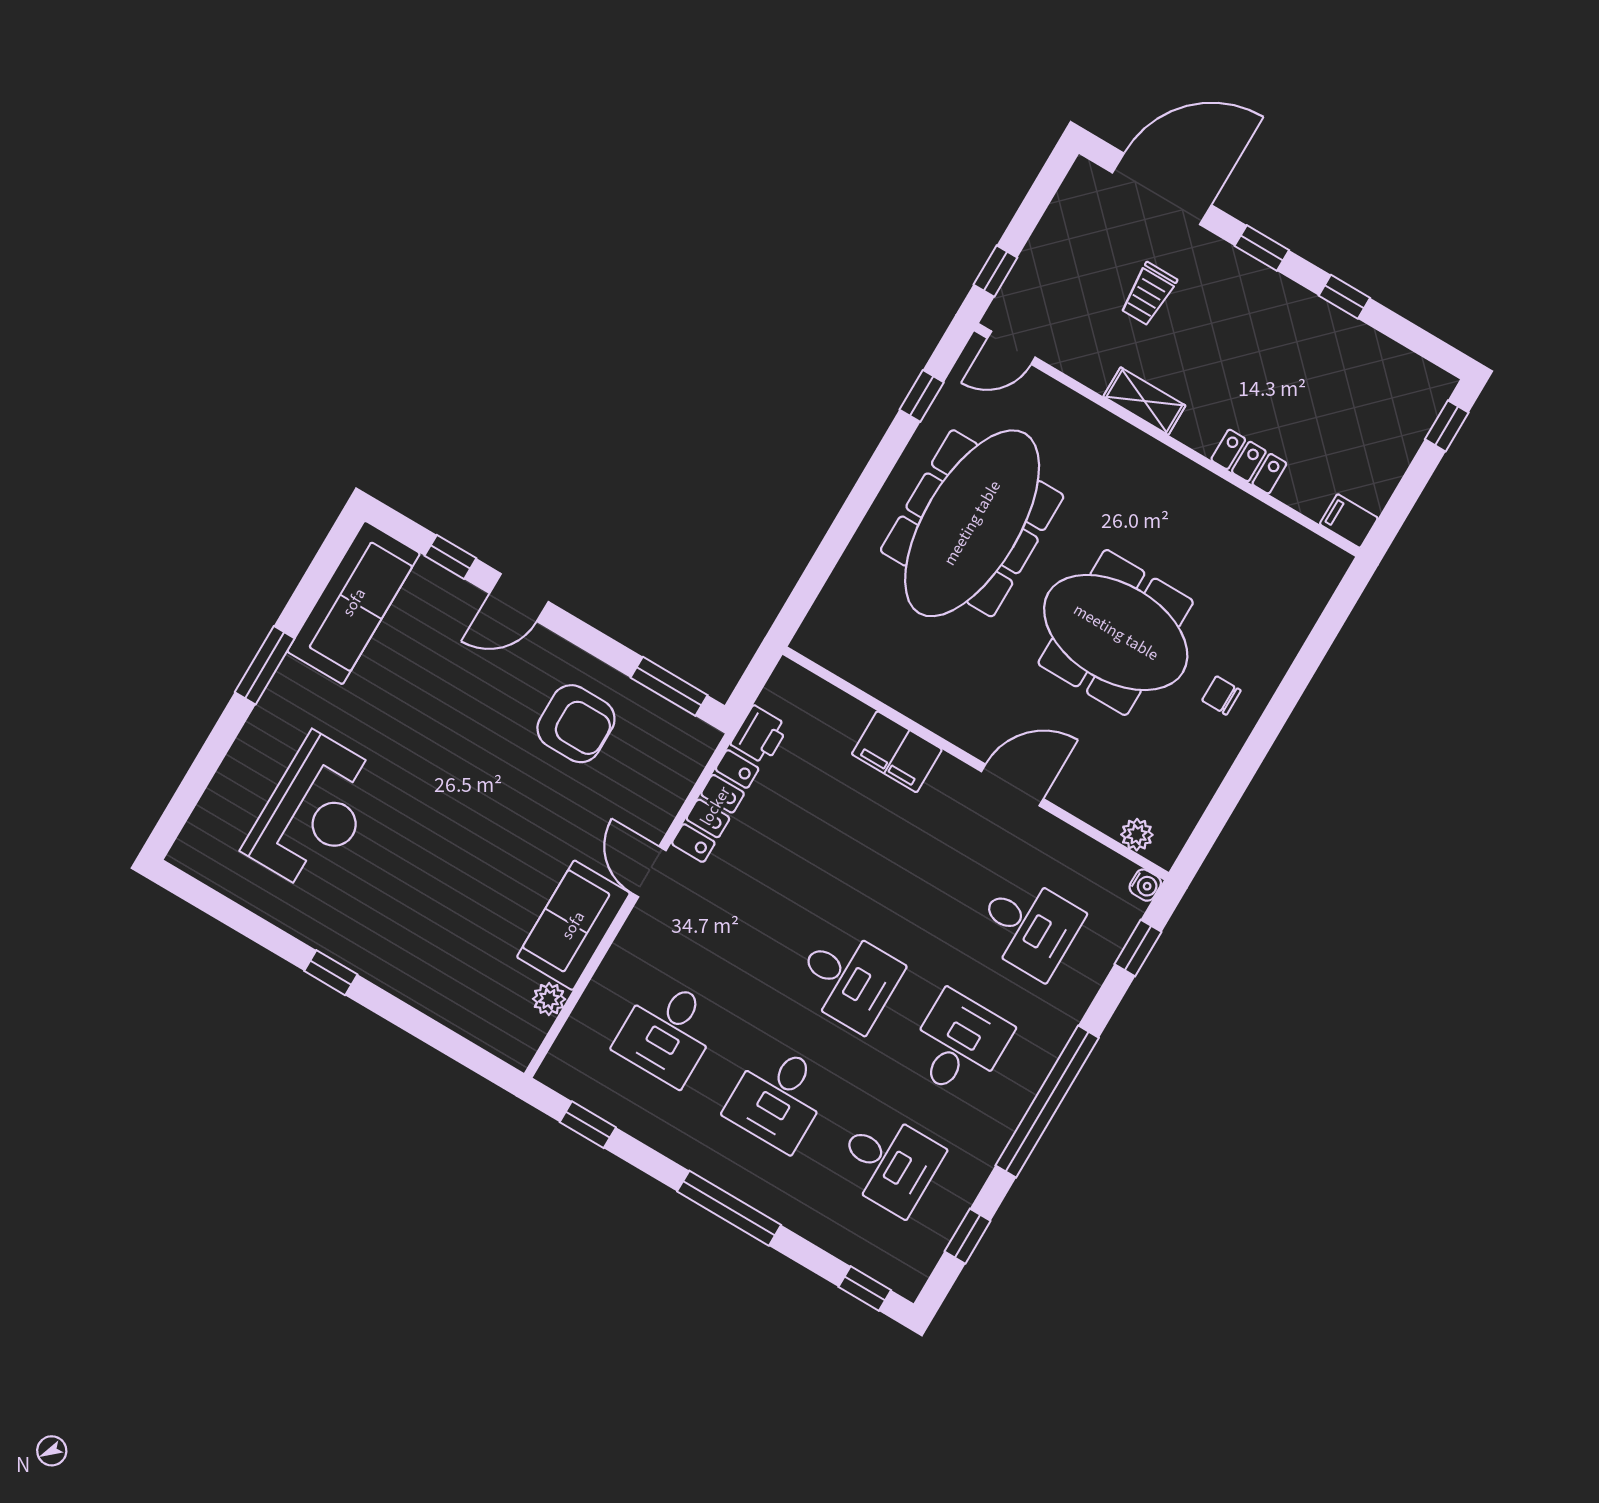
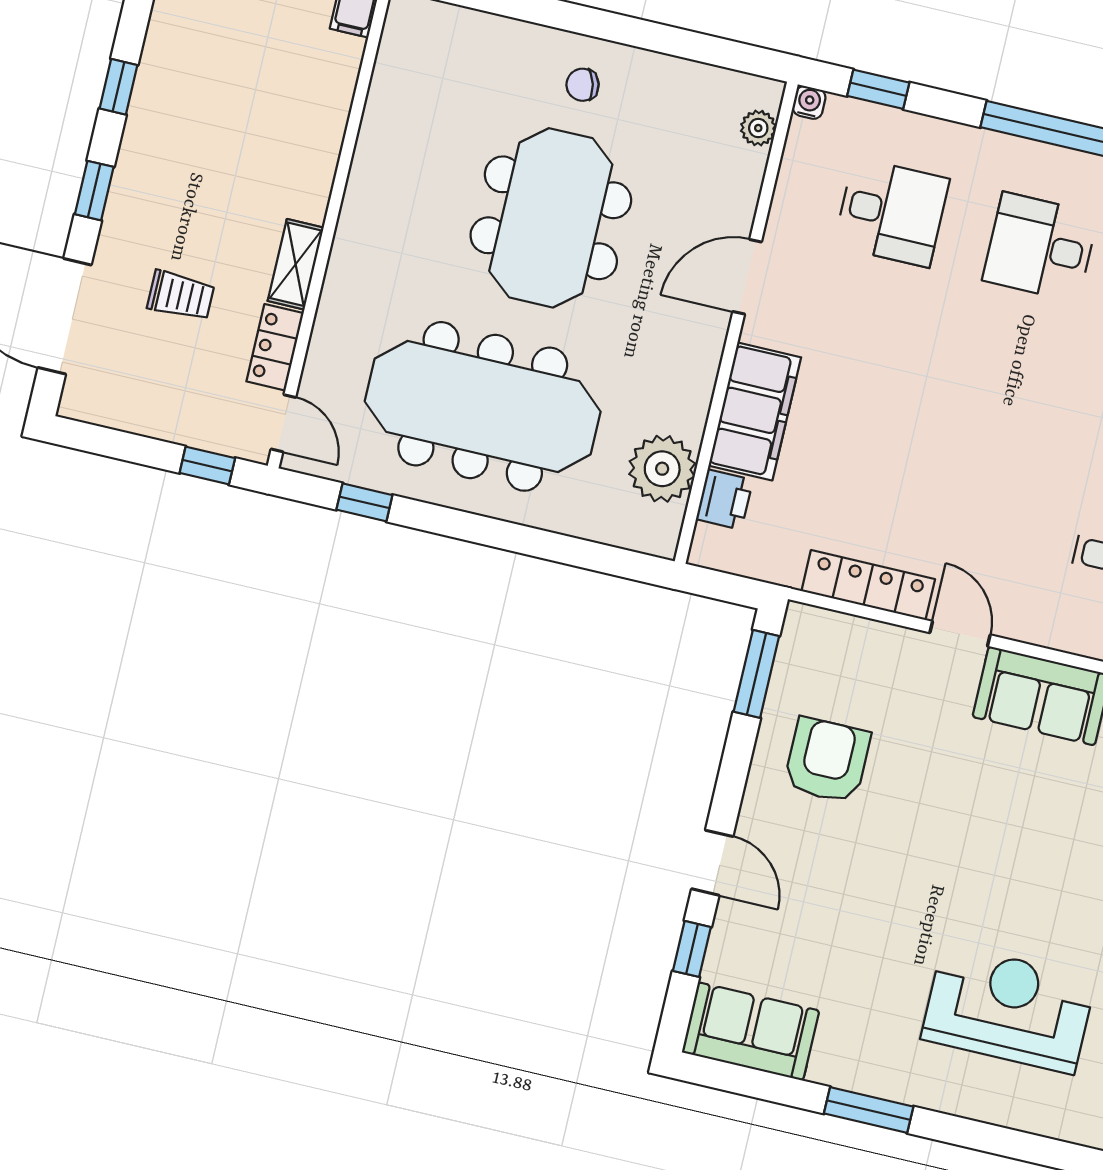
locker: (1249, 462) -> (275, 347), moved
sofa: (354, 602) -> (751, 1031), width x0.73
plant: (870, 661) -> (662, 469), added
chair: (1221, 695) -> (583, 85), turned 75
printer: (760, 735) -> (724, 499), moved, turned 90
filing cabinet: (897, 752) -> (755, 411), width x1.50, depth x1.17
door: (1012, 785) -> (747, 277), hinge flipped
door: (649, 872) -> (960, 634), swing flipped
desk: (1029, 926) -> (892, 212), turned 90
desk: (848, 979) -> (1008, 386), removed

